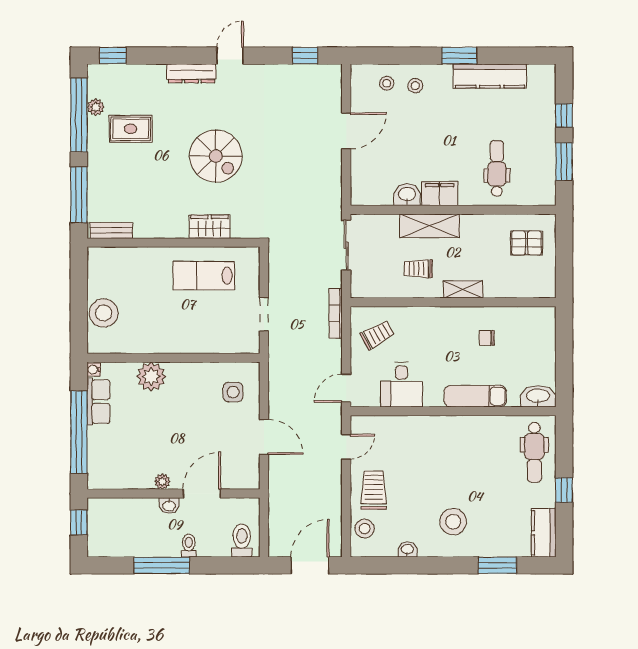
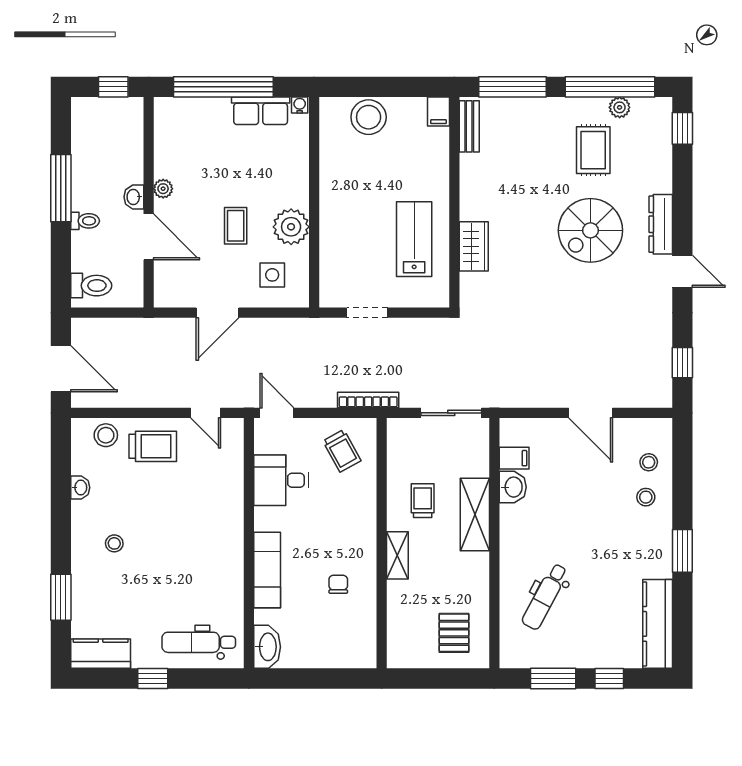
kitchen counter: (490, 76) -> (658, 624), moved
spiral stairs: (216, 156) -> (590, 230), moved
dental chair: (497, 168) -> (545, 597), turned 118
filing cabinet: (440, 194) -> (514, 458), moved, width x0.50
filing cabinet: (99, 256) -> (438, 112), added
plant: (151, 377) -> (291, 227), moved
coffee table: (193, 422) -> (236, 226), added
stool: (453, 522) -> (114, 543), width x0.53, depth x0.53

